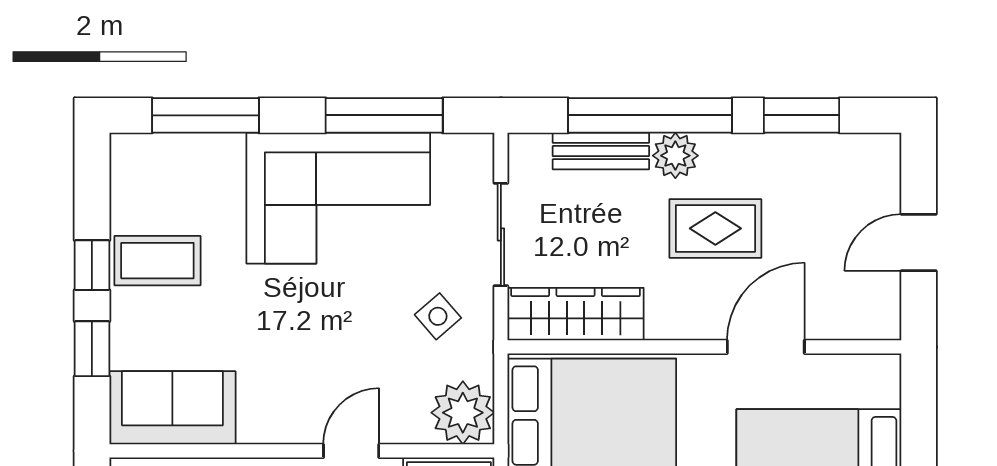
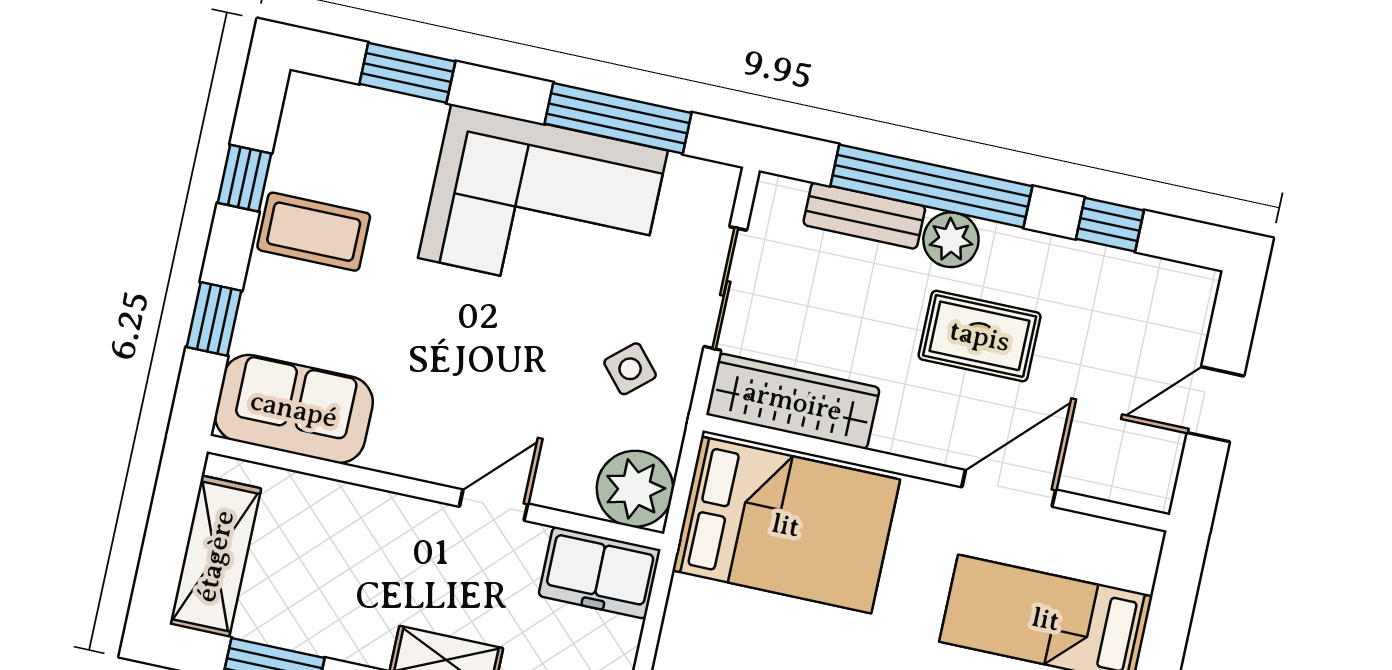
window: (205, 115) -> (407, 73), width x0.69
window: (801, 115) -> (1110, 225), width x0.67
window: (92, 265) -> (245, 178), moved

